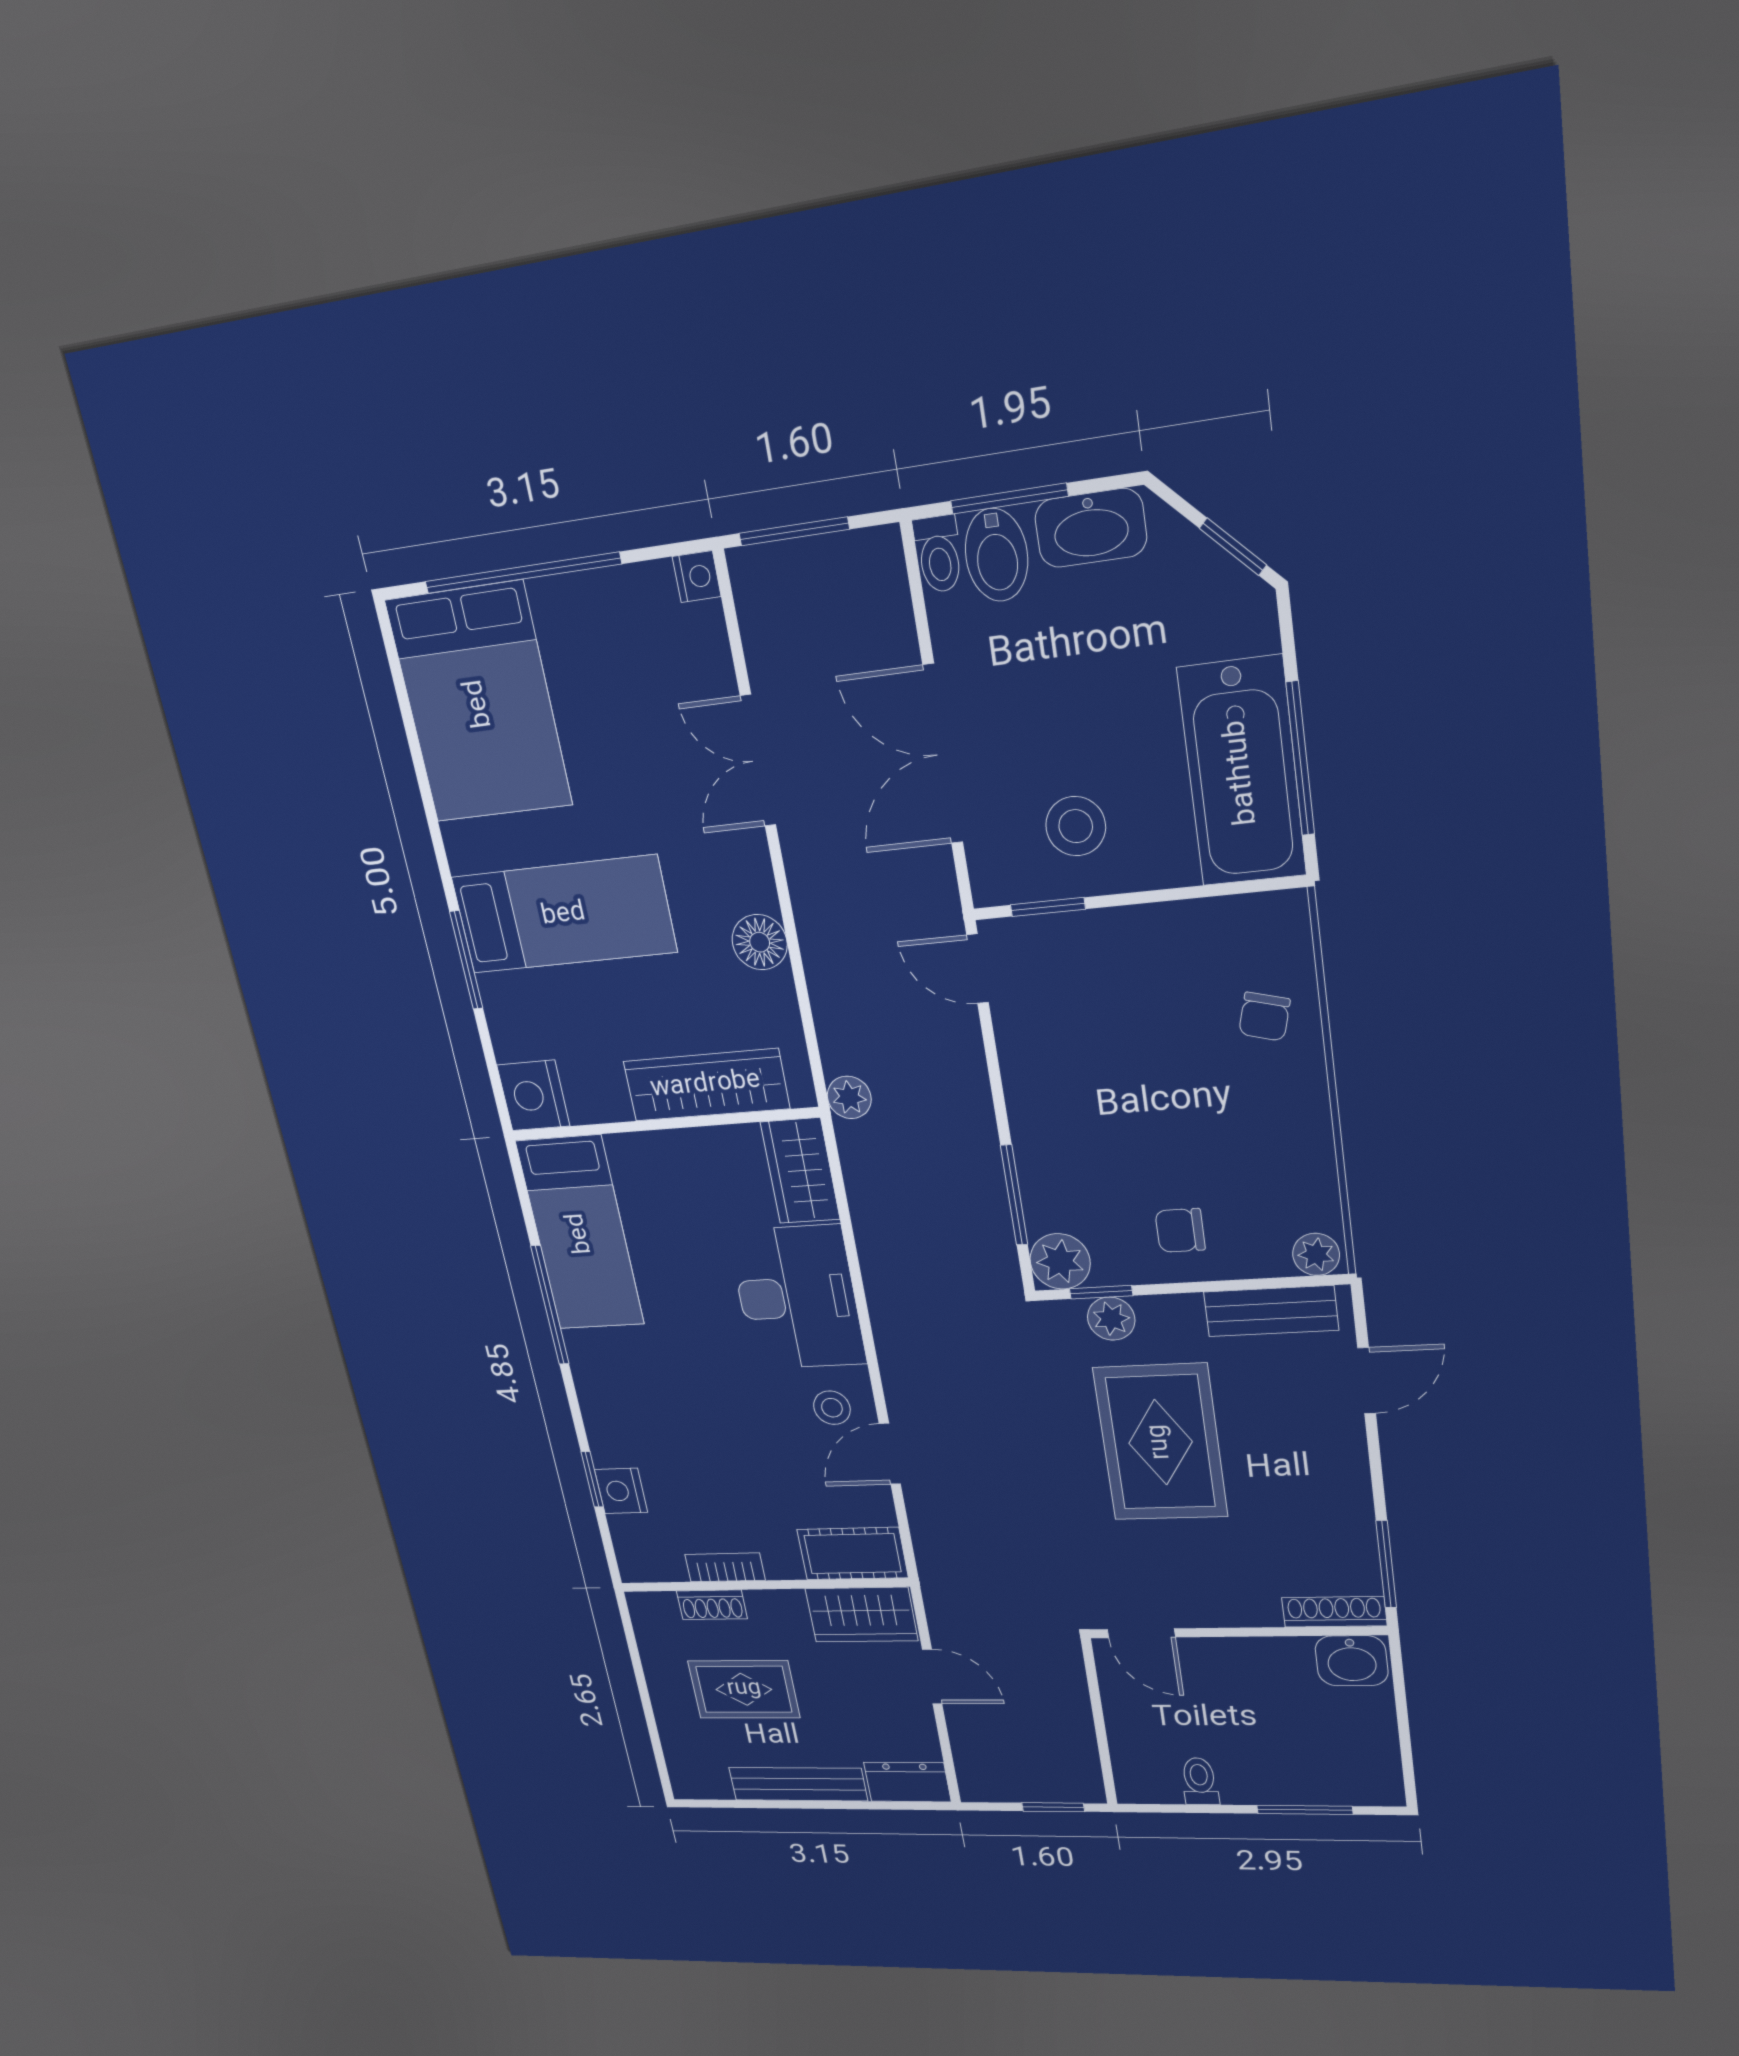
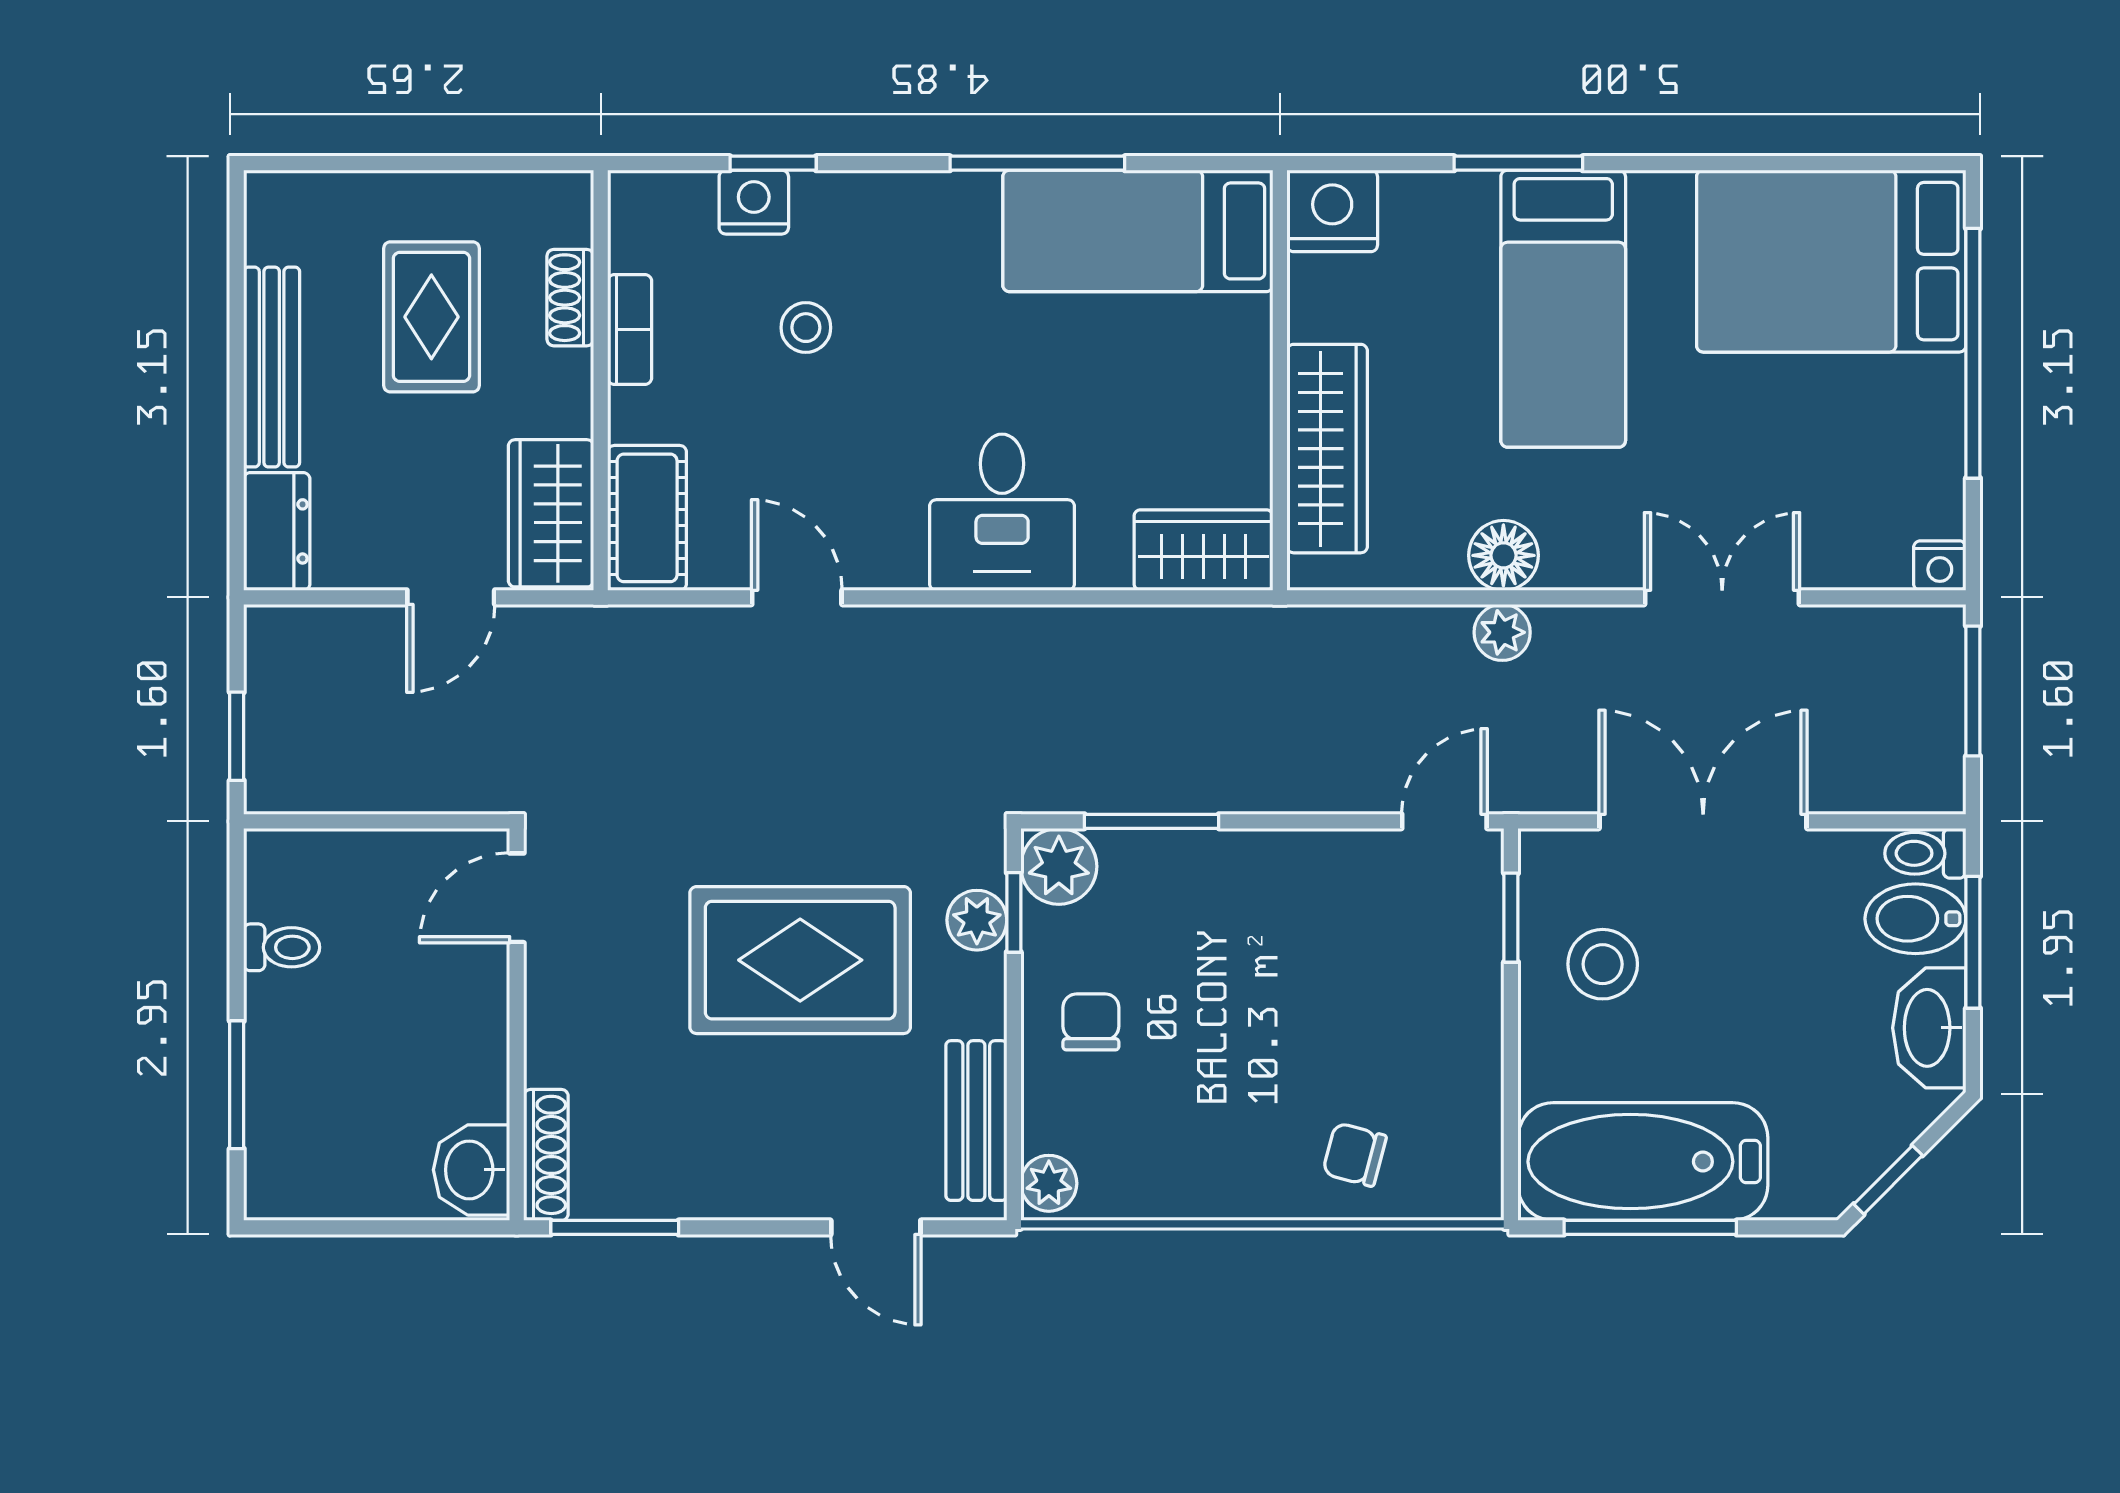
plant: (849, 1097) -> (1502, 632), moved
desk: (797, 1298) -> (1002, 512), width x0.73
stool: (832, 1408) -> (806, 328), moved

